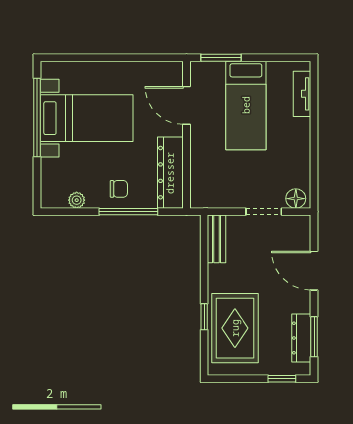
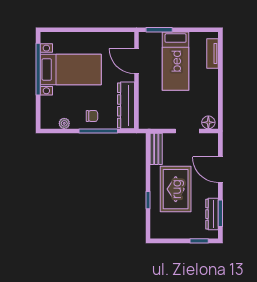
rug: (235, 328) -> (176, 189), moved

